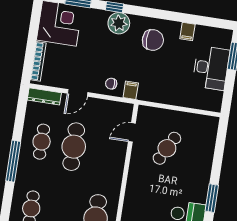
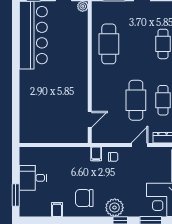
desk: (211, 68) -> (33, 178), width x0.73
cafe table: (167, 148) -> (59, 111), removed
window: (212, 198) -> (16, 75), removed

